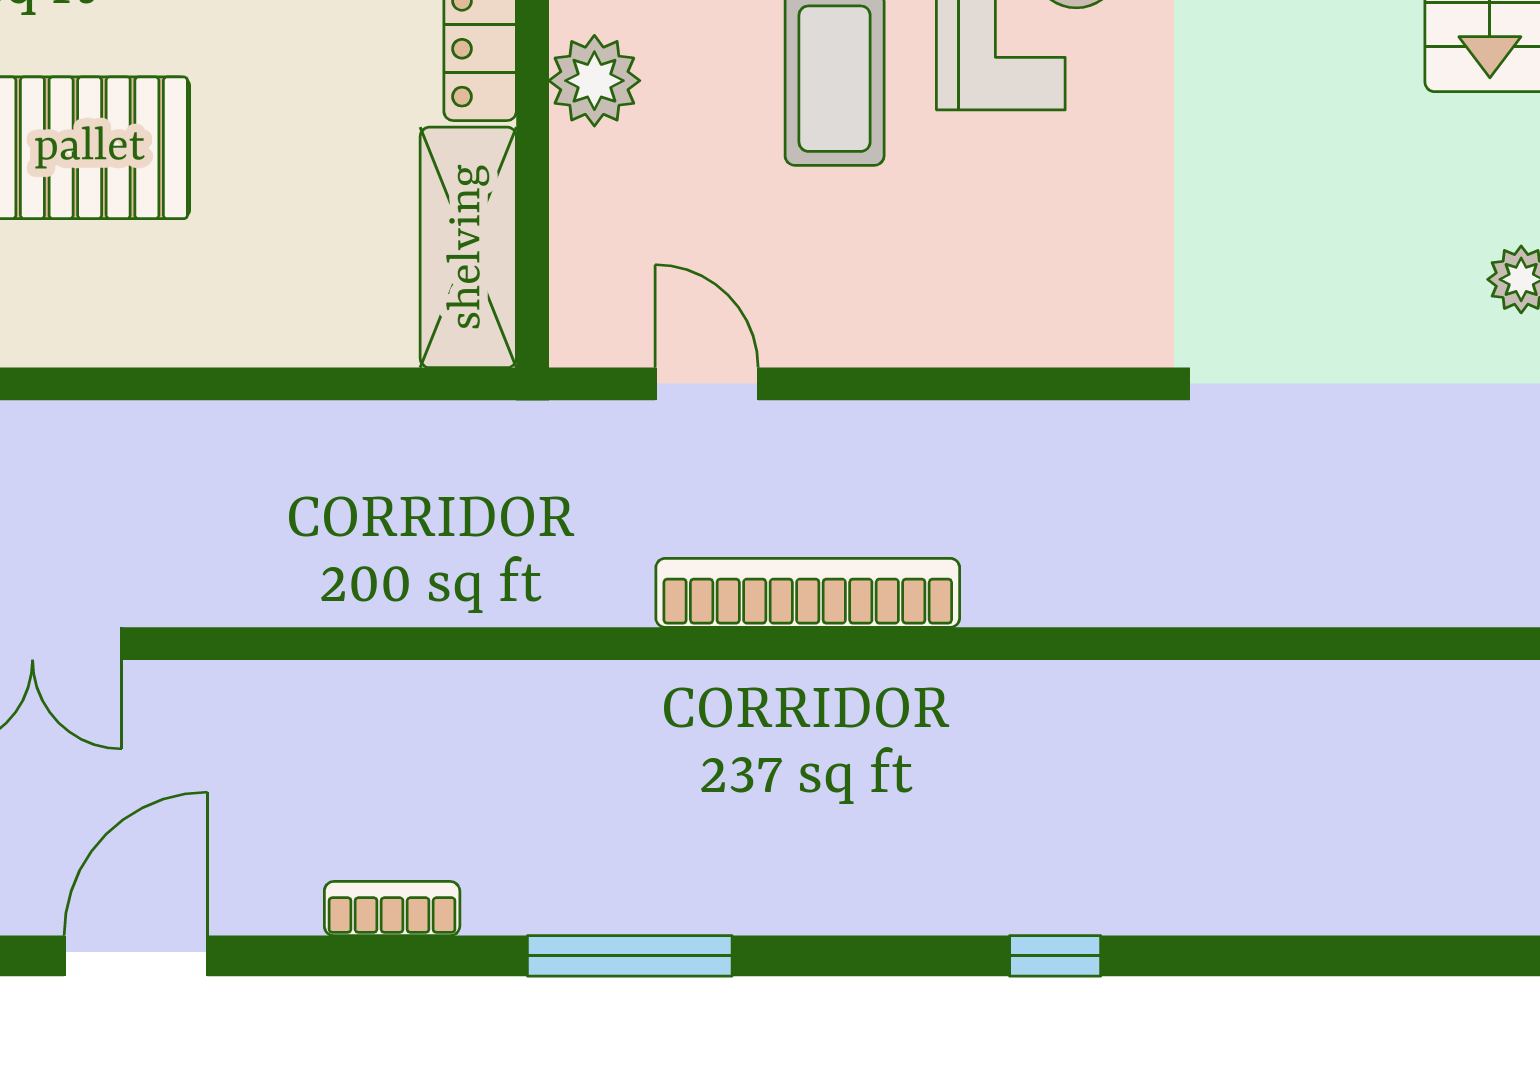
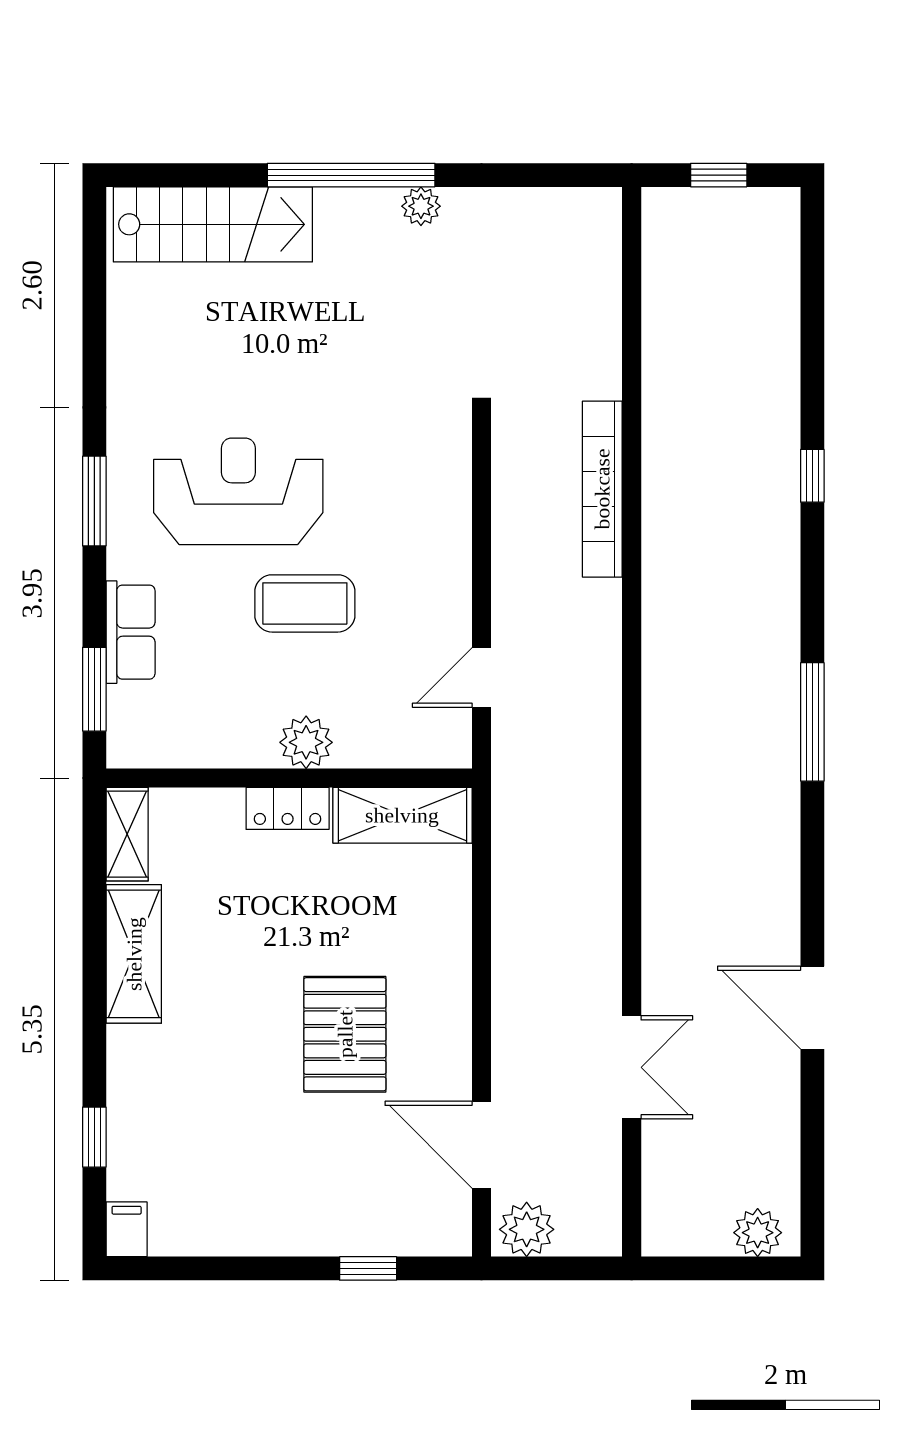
bookcase: (808, 593) -> (602, 489), moved
bookcase: (392, 909) -> (785, 859), removed

